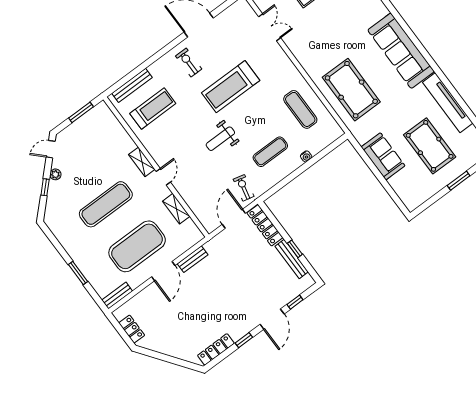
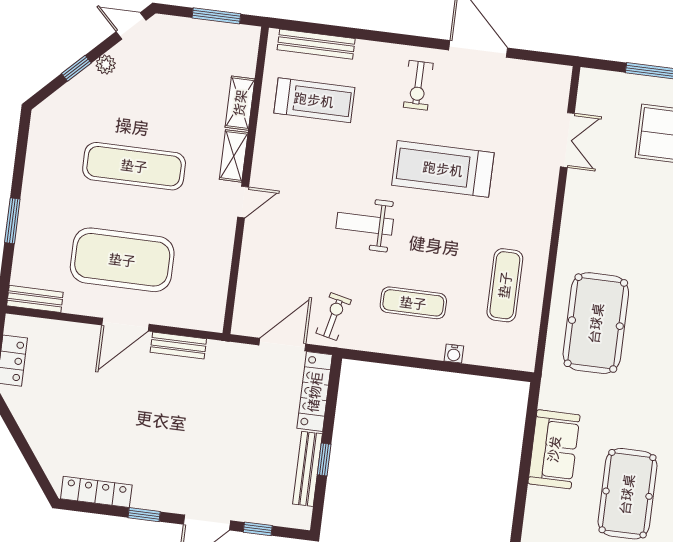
exercise bike: (189, 63) -> (418, 85), turned 180
shelving: (176, 209) -> (240, 103), moved

